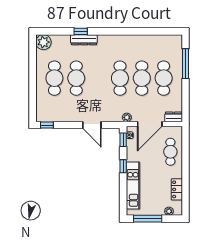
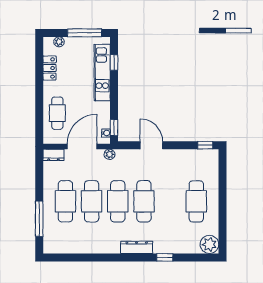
dresser: (84, 40) -> (137, 247), moved
cafe table: (76, 78) -> (144, 201), moved
window: (123, 166) -> (114, 63), moved

